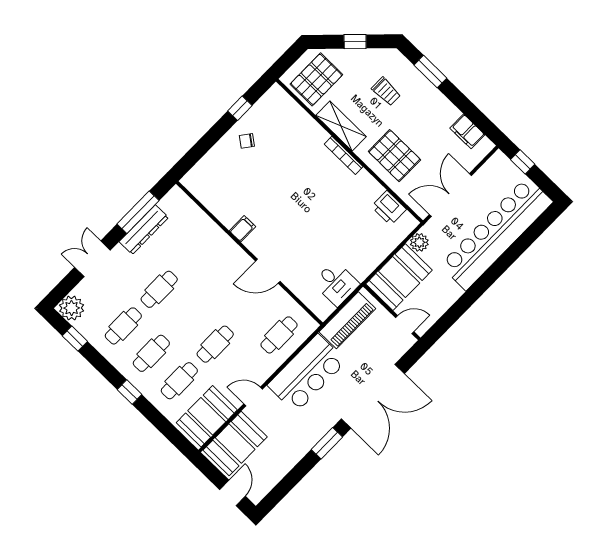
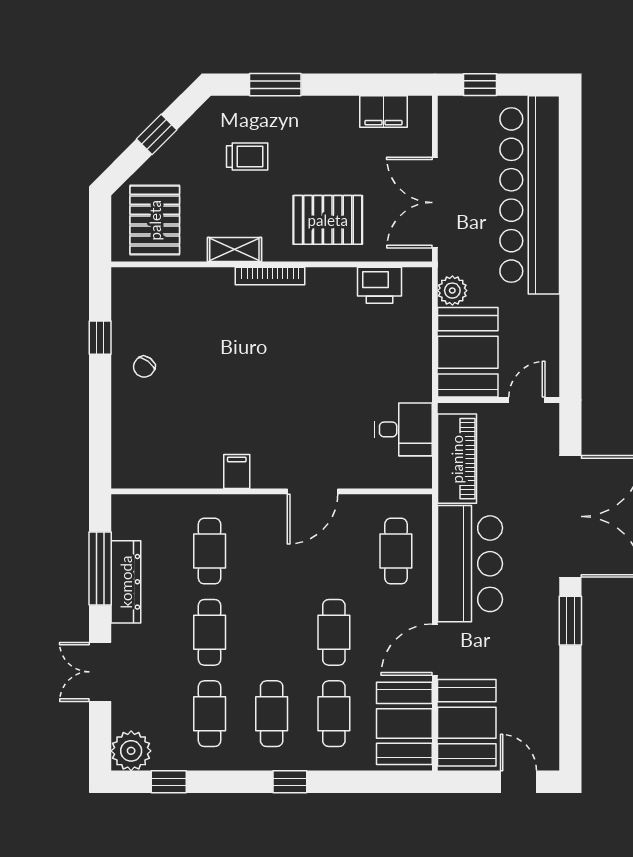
shelving: (341, 126) -> (234, 250), width x0.67, depth x0.75
cafe table: (195, 253) -> (210, 551), added
door: (253, 396) -> (435, 650), width x1.38

